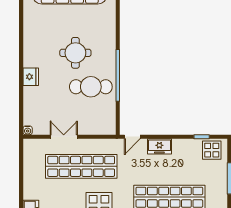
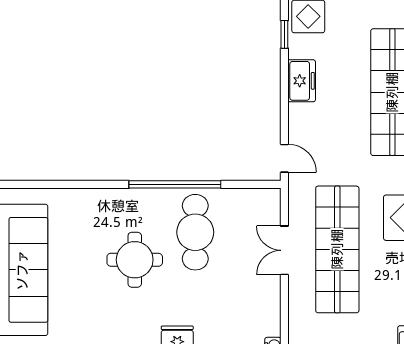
double door: (64, 137) -> (284, 250), moved
freezer: (159, 146) -> (302, 81), moved

